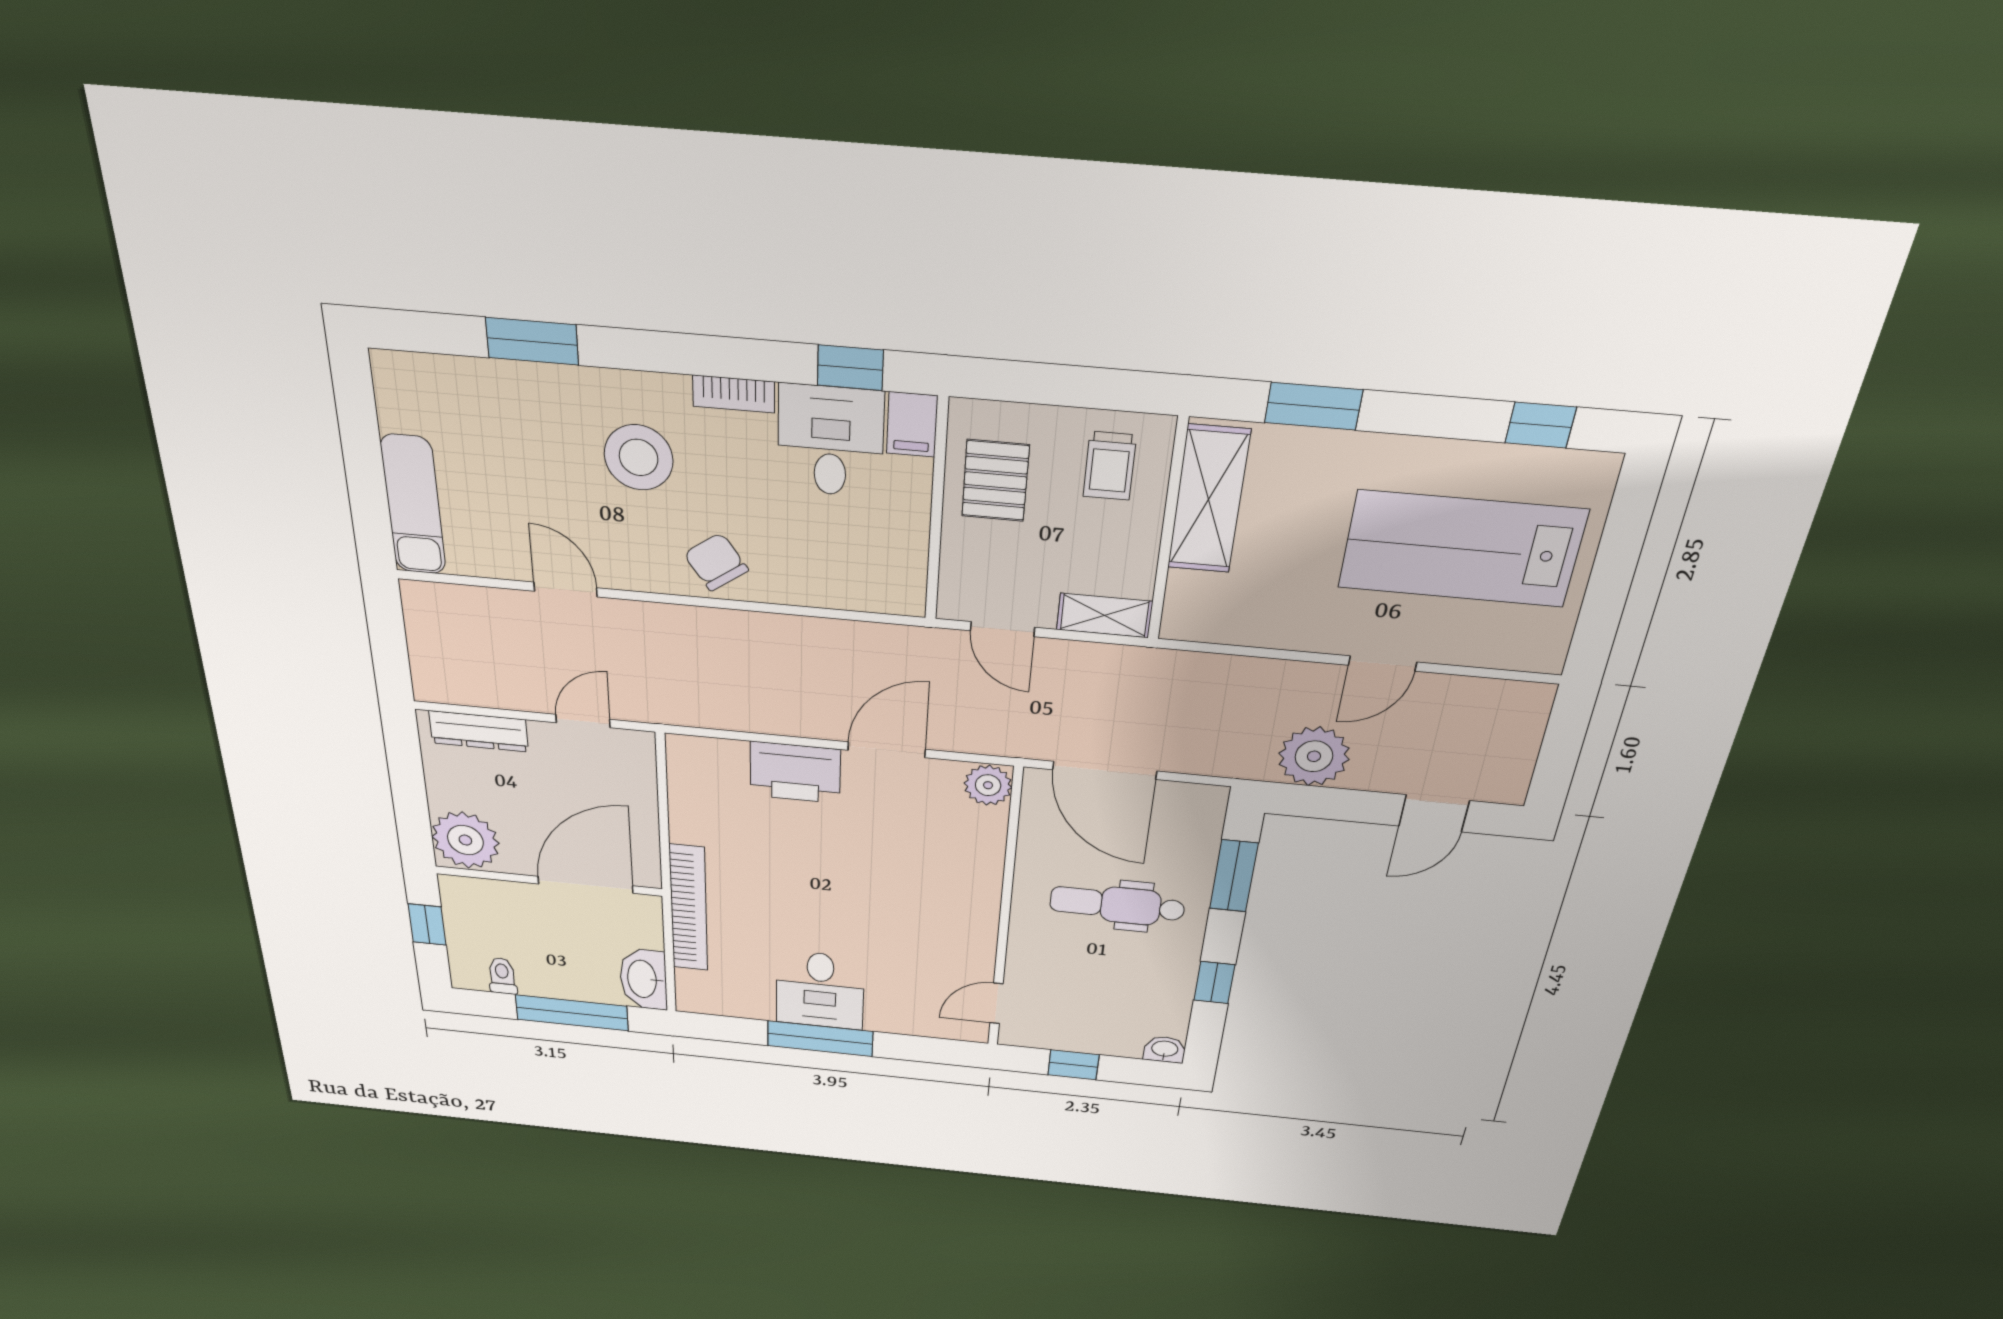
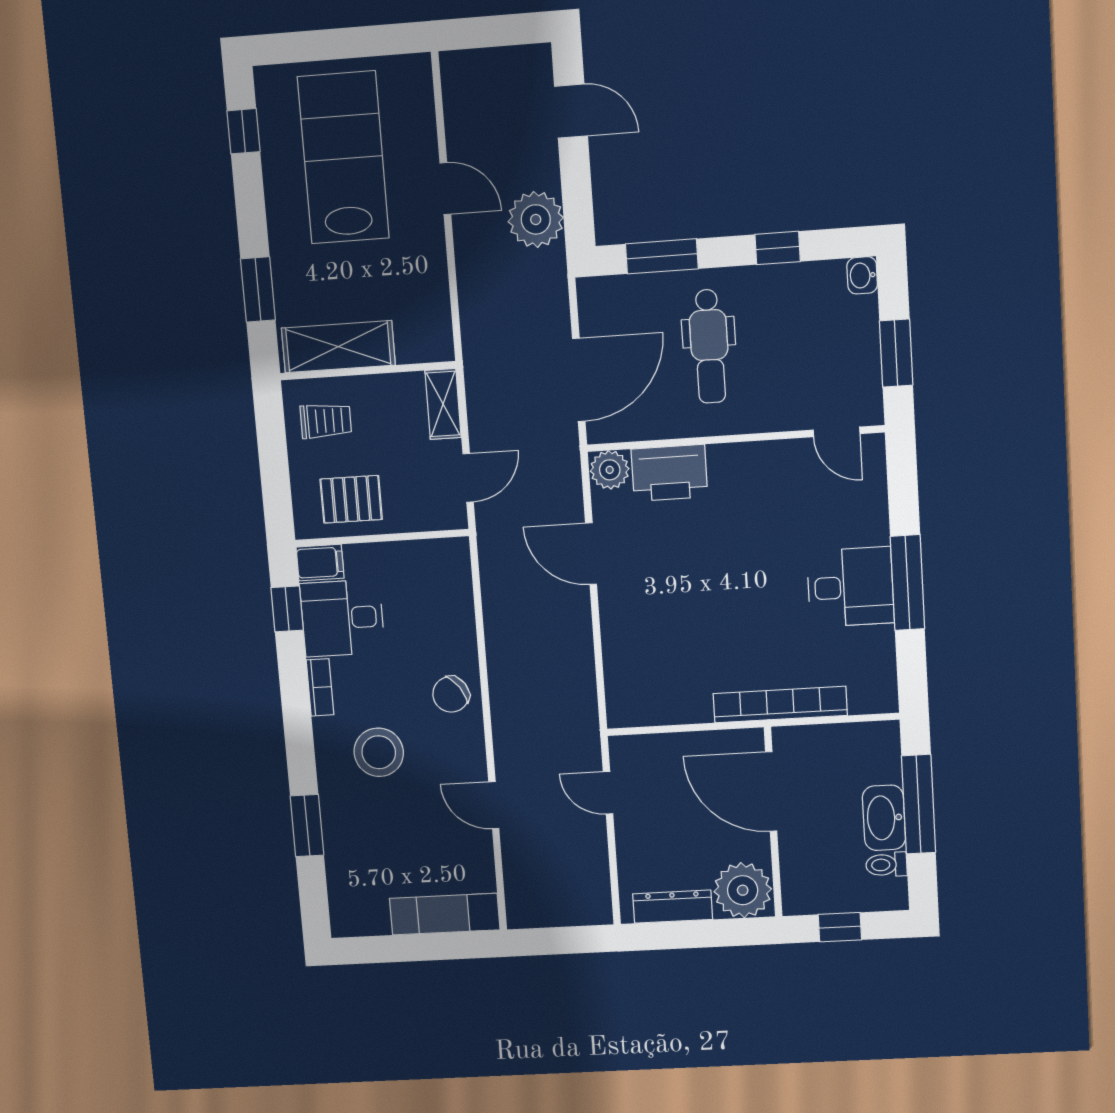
lab bench: (1462, 549) -> (343, 158), turned 180
door: (565, 589) -> (494, 805), hinge flipped
dresser: (479, 731) -> (673, 907), moved, turned -90
printer: (795, 773) -> (669, 473), moved, turned 90
washbasin: (643, 979) -> (884, 818), moved, turned 90
window: (1073, 1065) -> (896, 353), width x1.50

